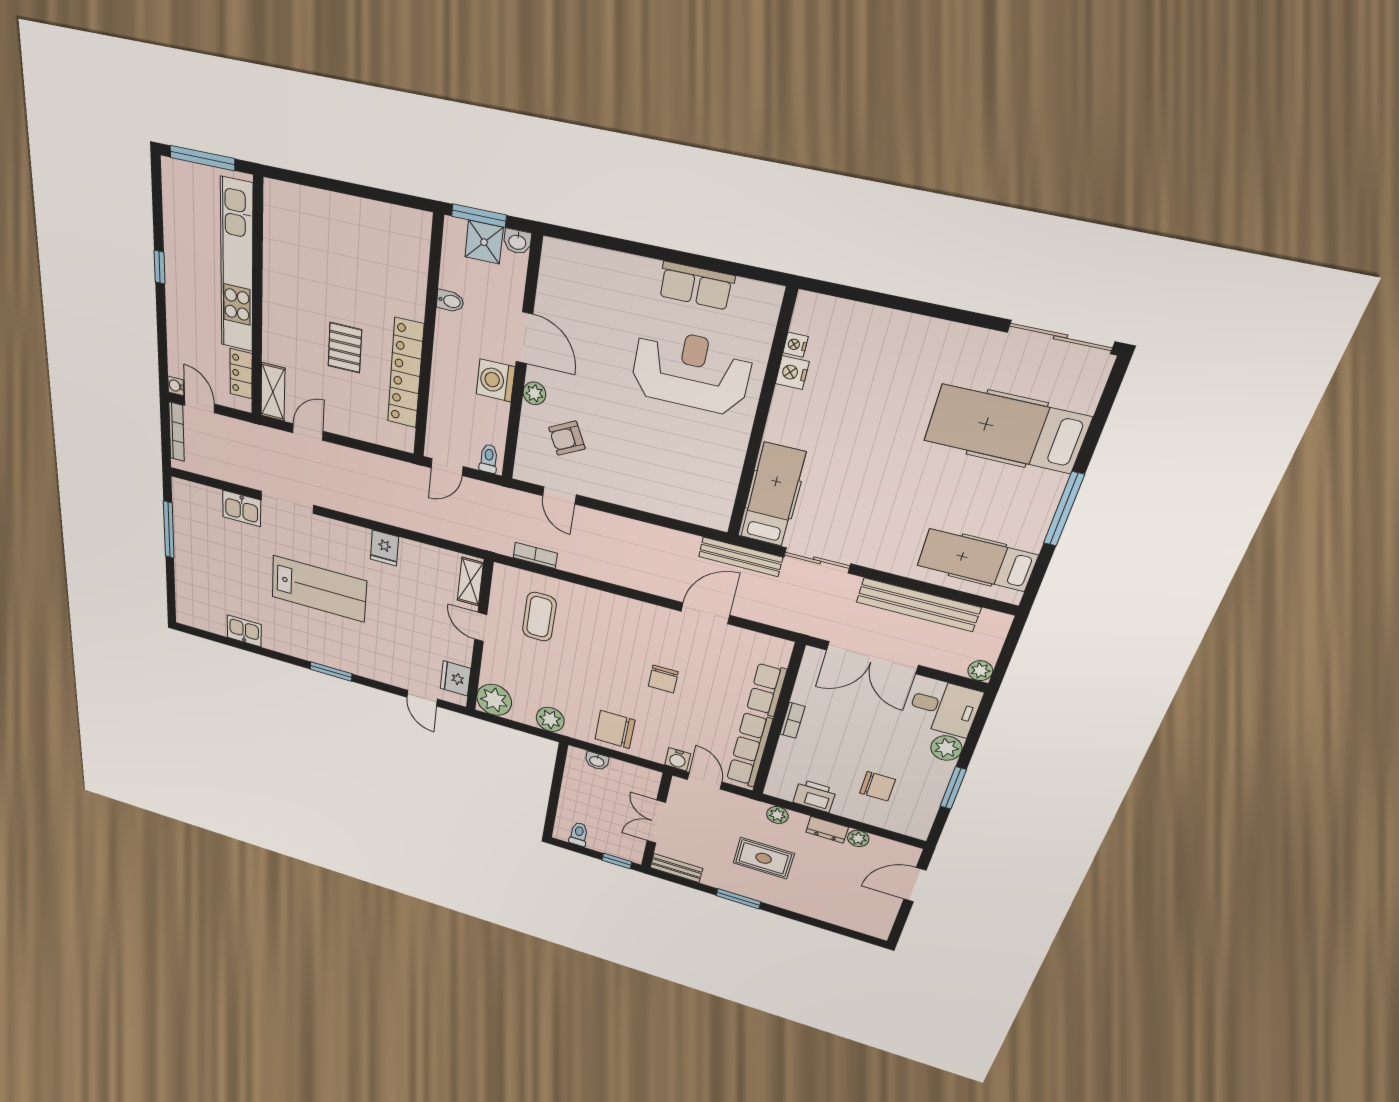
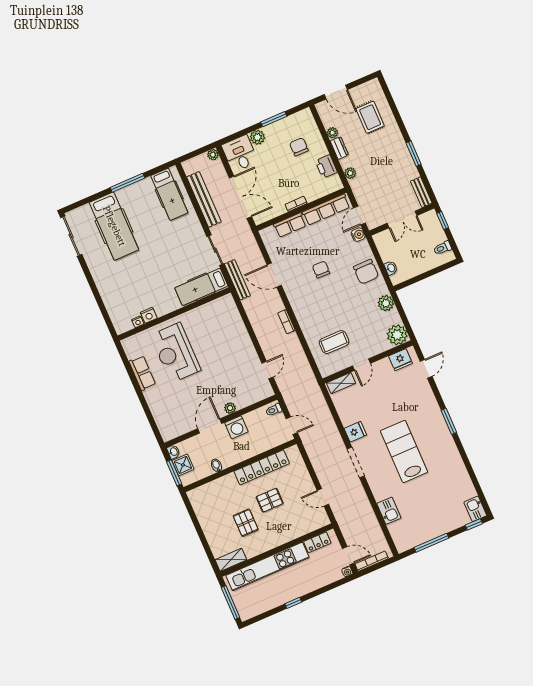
pallet: (327, 282) -> (246, 523), added
shelving: (273, 392) -> (231, 560), moved
door: (200, 405) -> (348, 556), swing flipped
armchair: (567, 438) -> (239, 383), removed
doorway: (287, 502) -> (356, 462), moved
bookcase: (535, 555) -> (286, 322), moved
window: (171, 599) -> (474, 524), added
kitchen sink: (244, 631) -> (475, 509), moved
chair: (663, 679) -> (321, 270), turned -88
rug: (764, 858) -> (370, 117), moved

